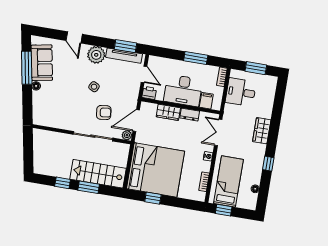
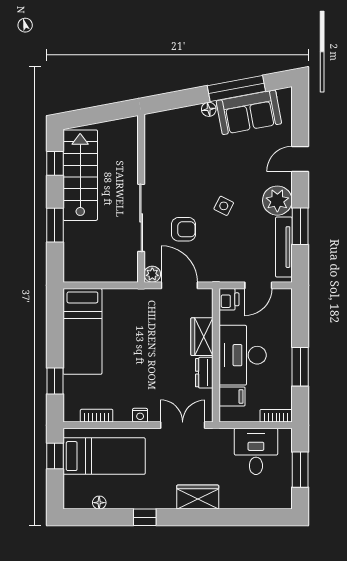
window: (126, 46) -> (300, 226), moved
armchair: (104, 113) -> (184, 229), turned -83
bed: (155, 170) -> (82, 331), width x0.49
stairs: (98, 174) -> (80, 175), moved
window: (63, 183) -> (55, 163), moved
window: (153, 198) -> (55, 381), moved

